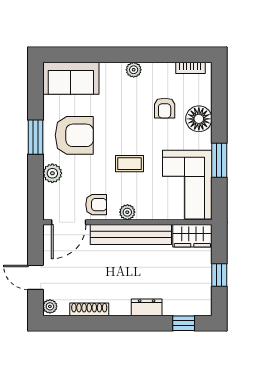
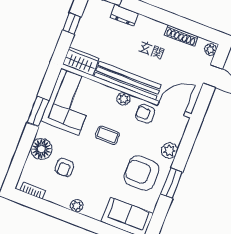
armchair: (165, 108) -> (64, 167), turned 180
dresser: (147, 307) -> (124, 15), moved

